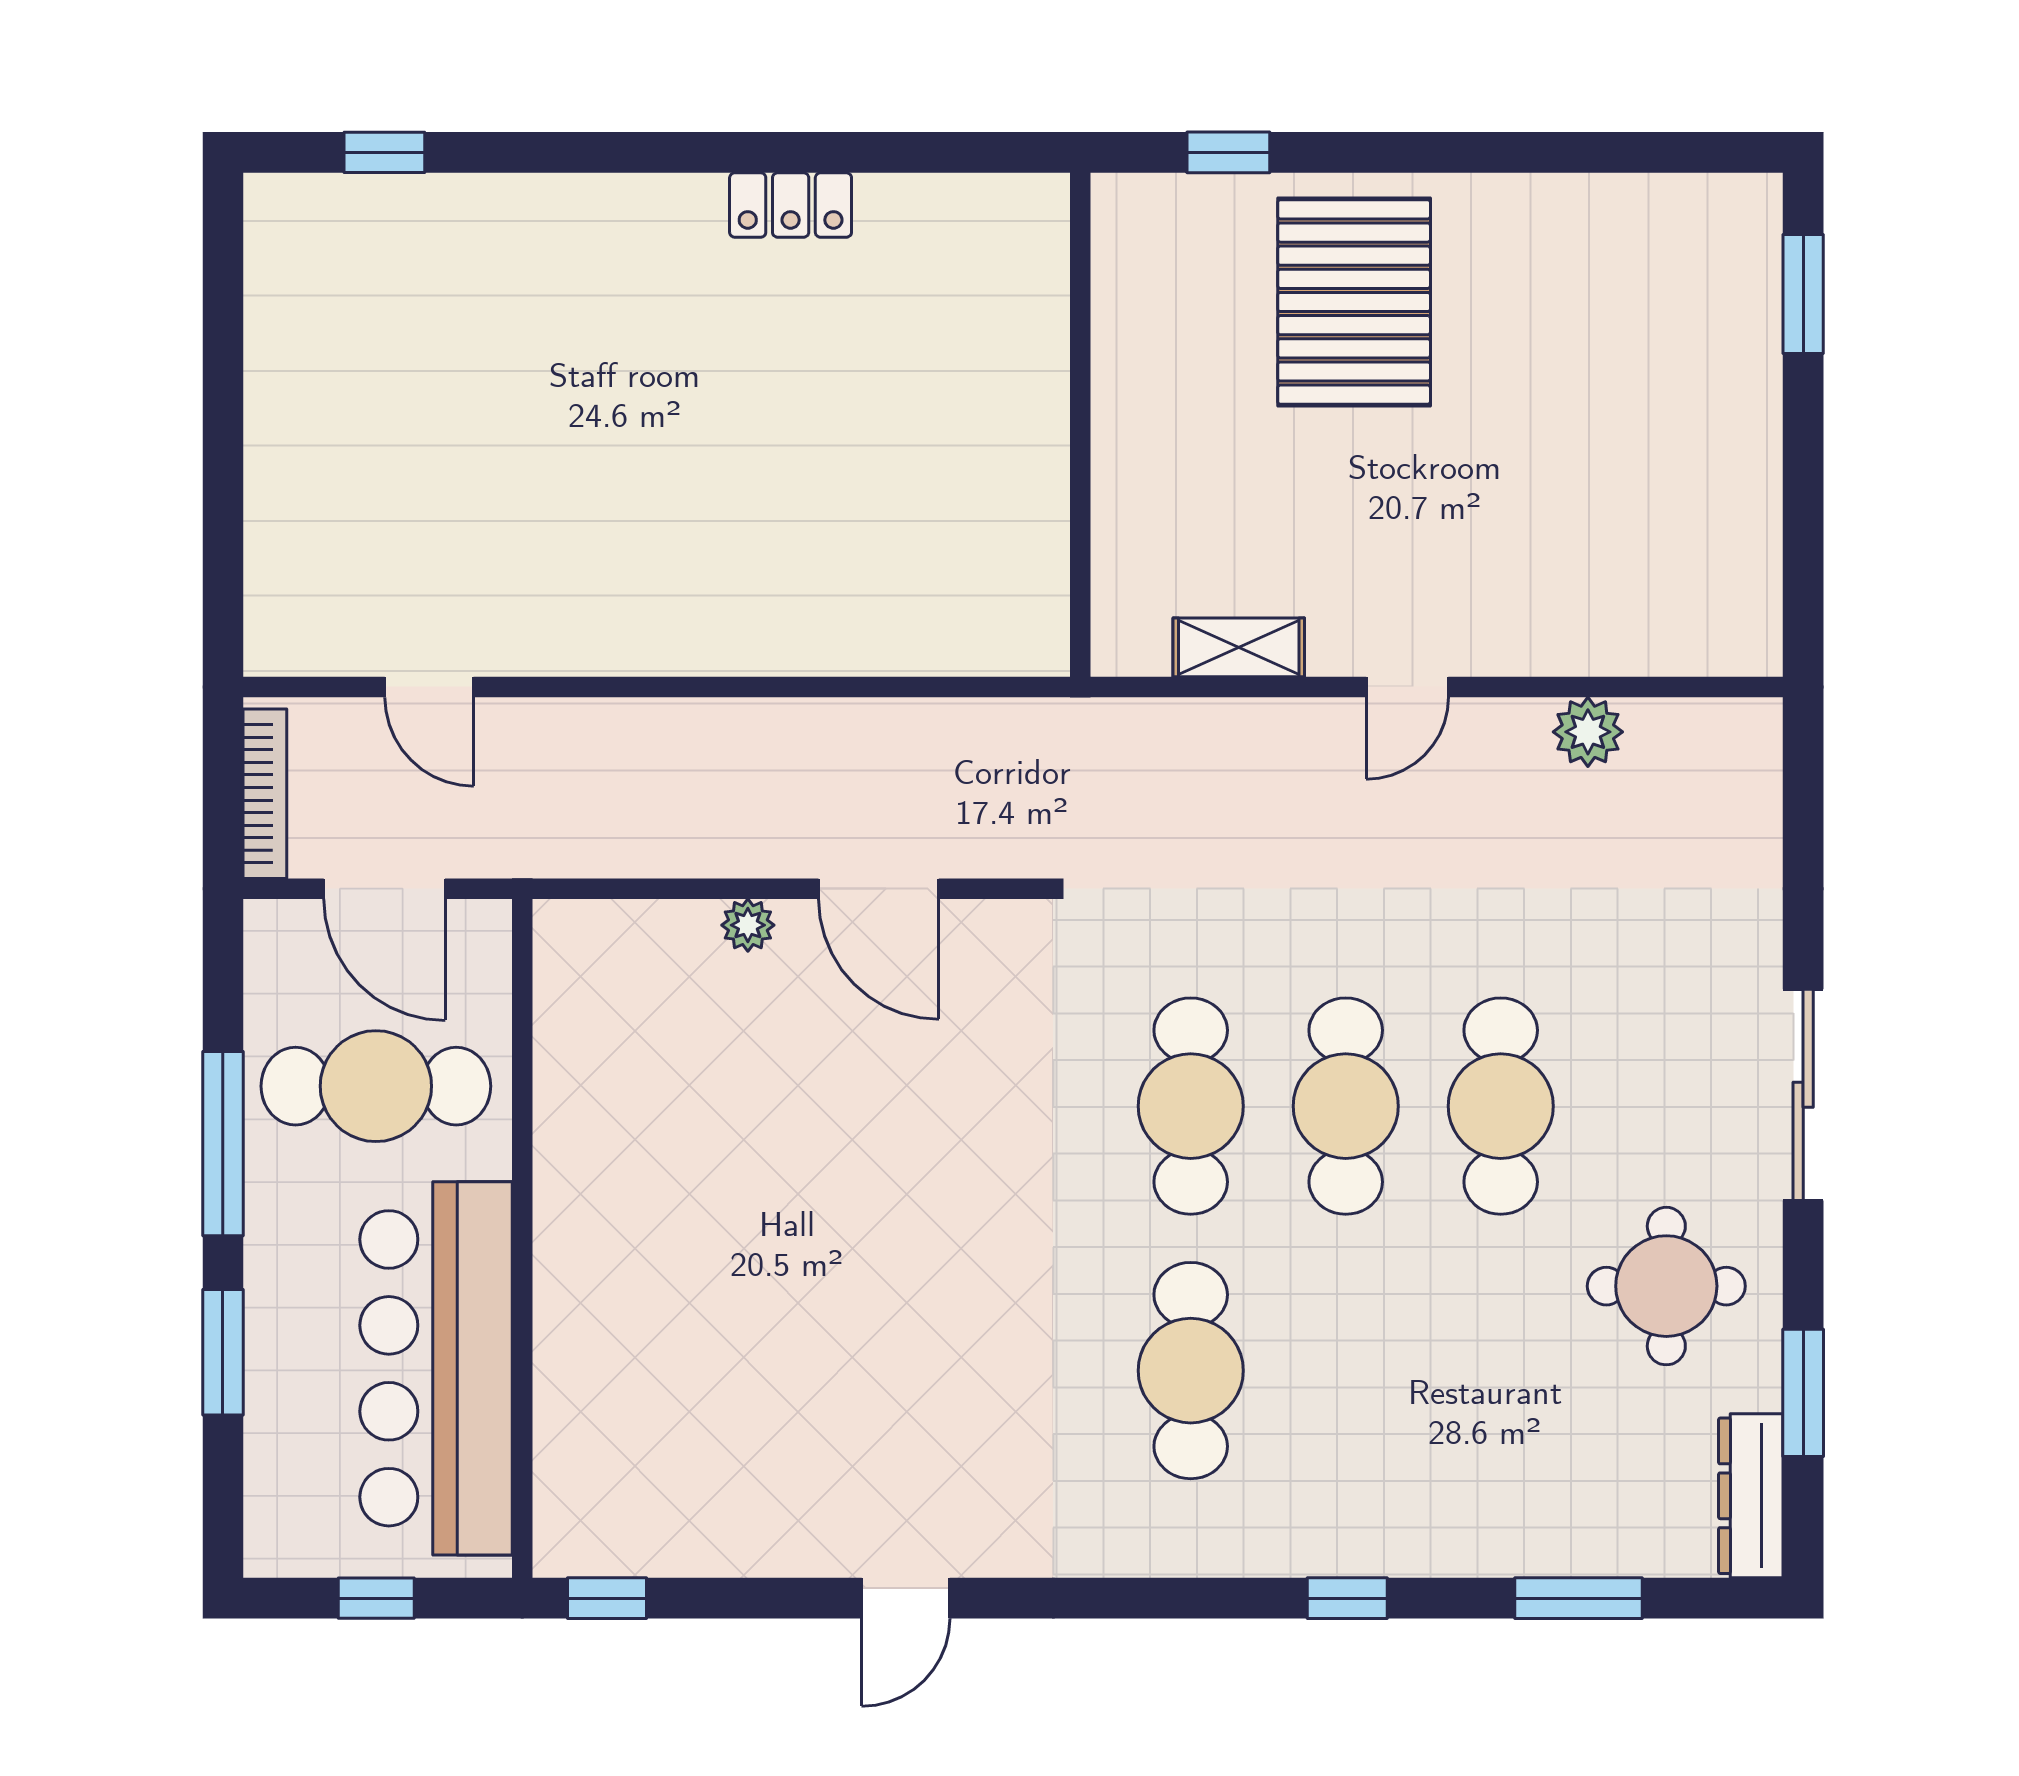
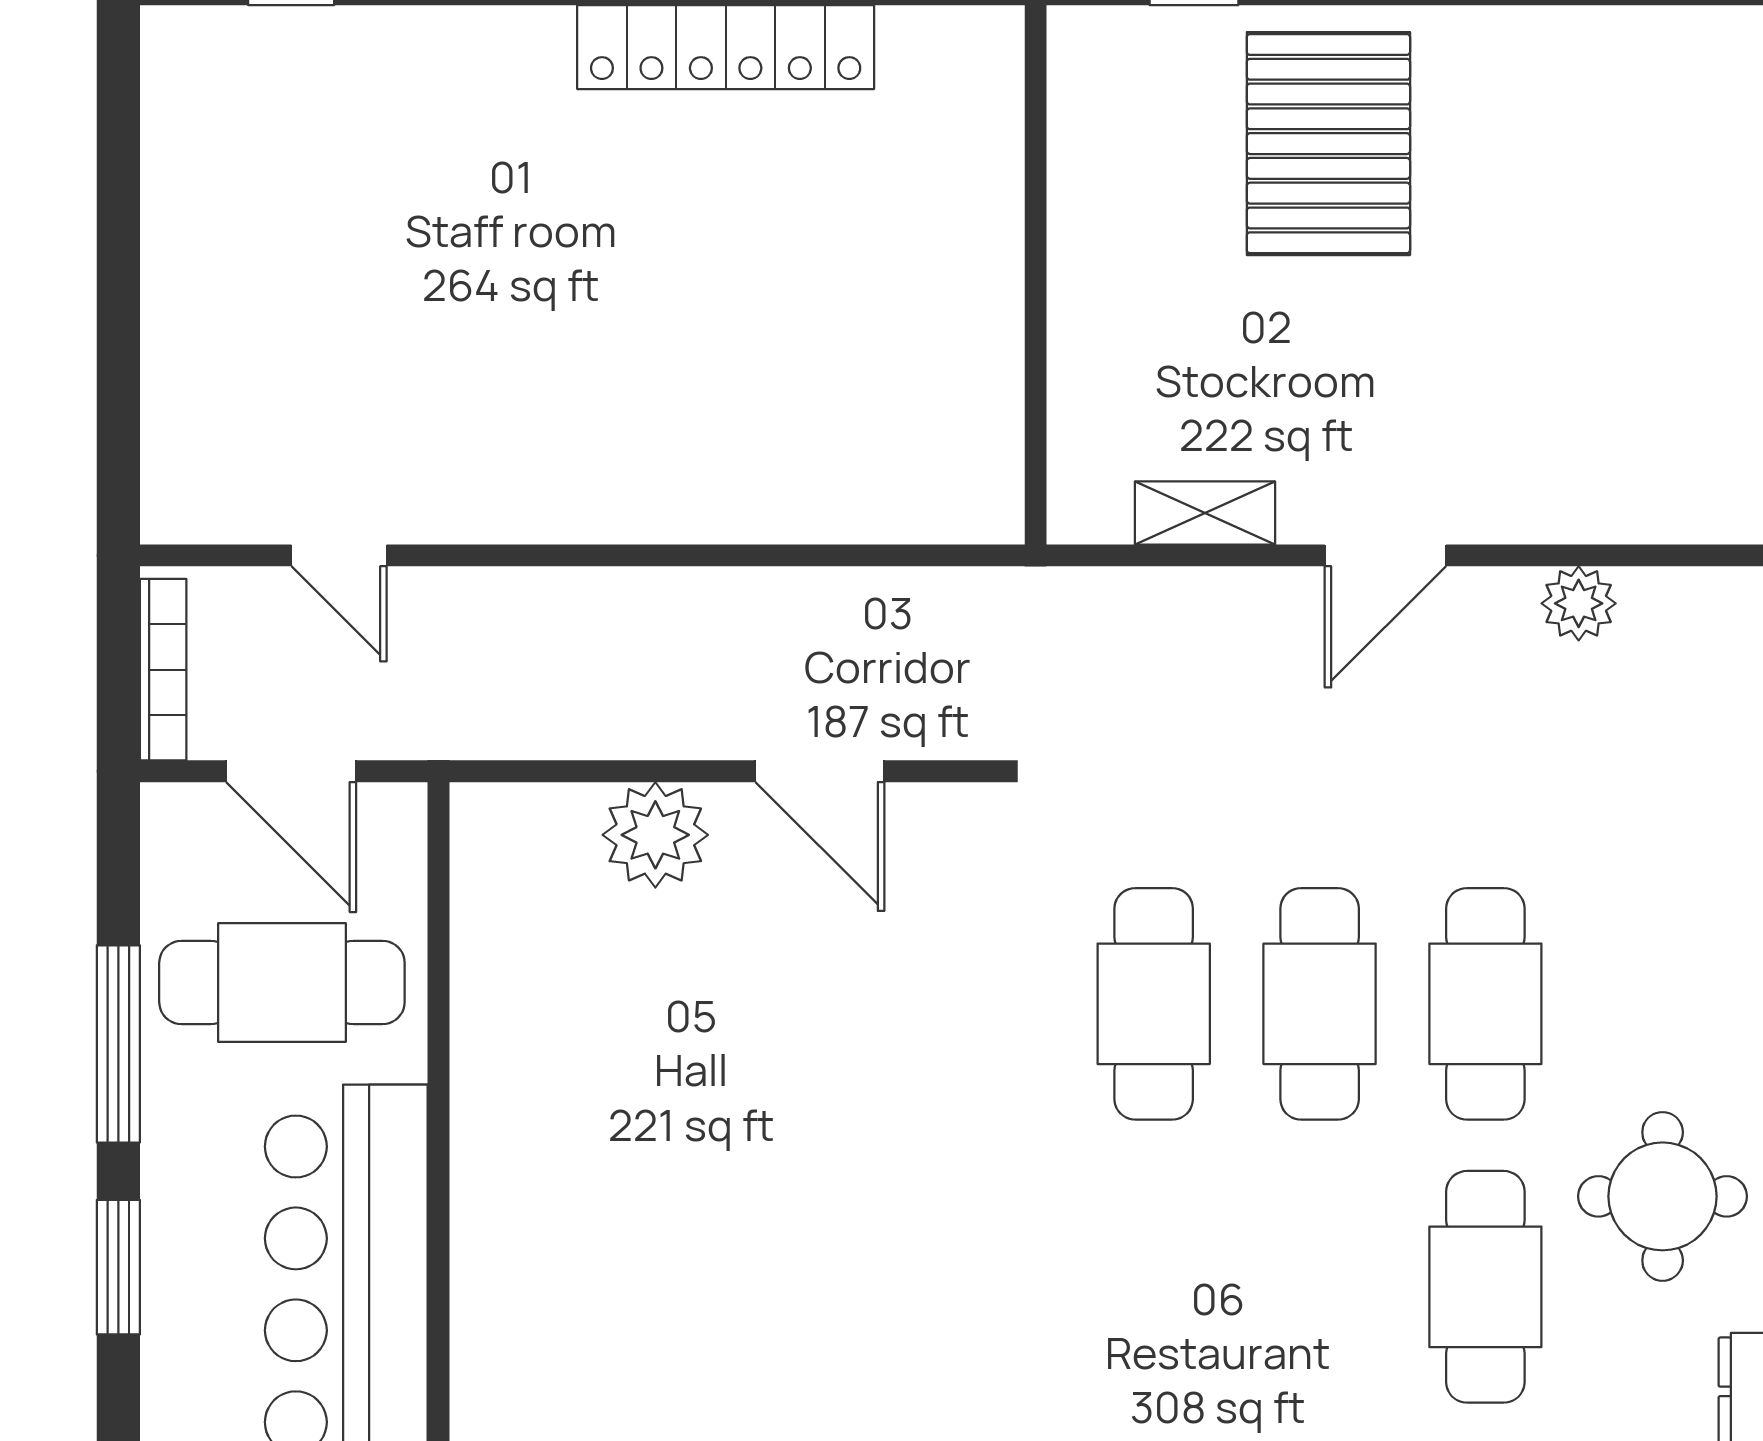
locker: (791, 205) -> (726, 47), width x2.16, depth x1.21
door: (1407, 687) -> (1385, 555), width x1.38
plant: (748, 925) -> (655, 835), width x1.87, depth x1.87
cafe table: (1191, 1371) -> (1485, 1287), moved

